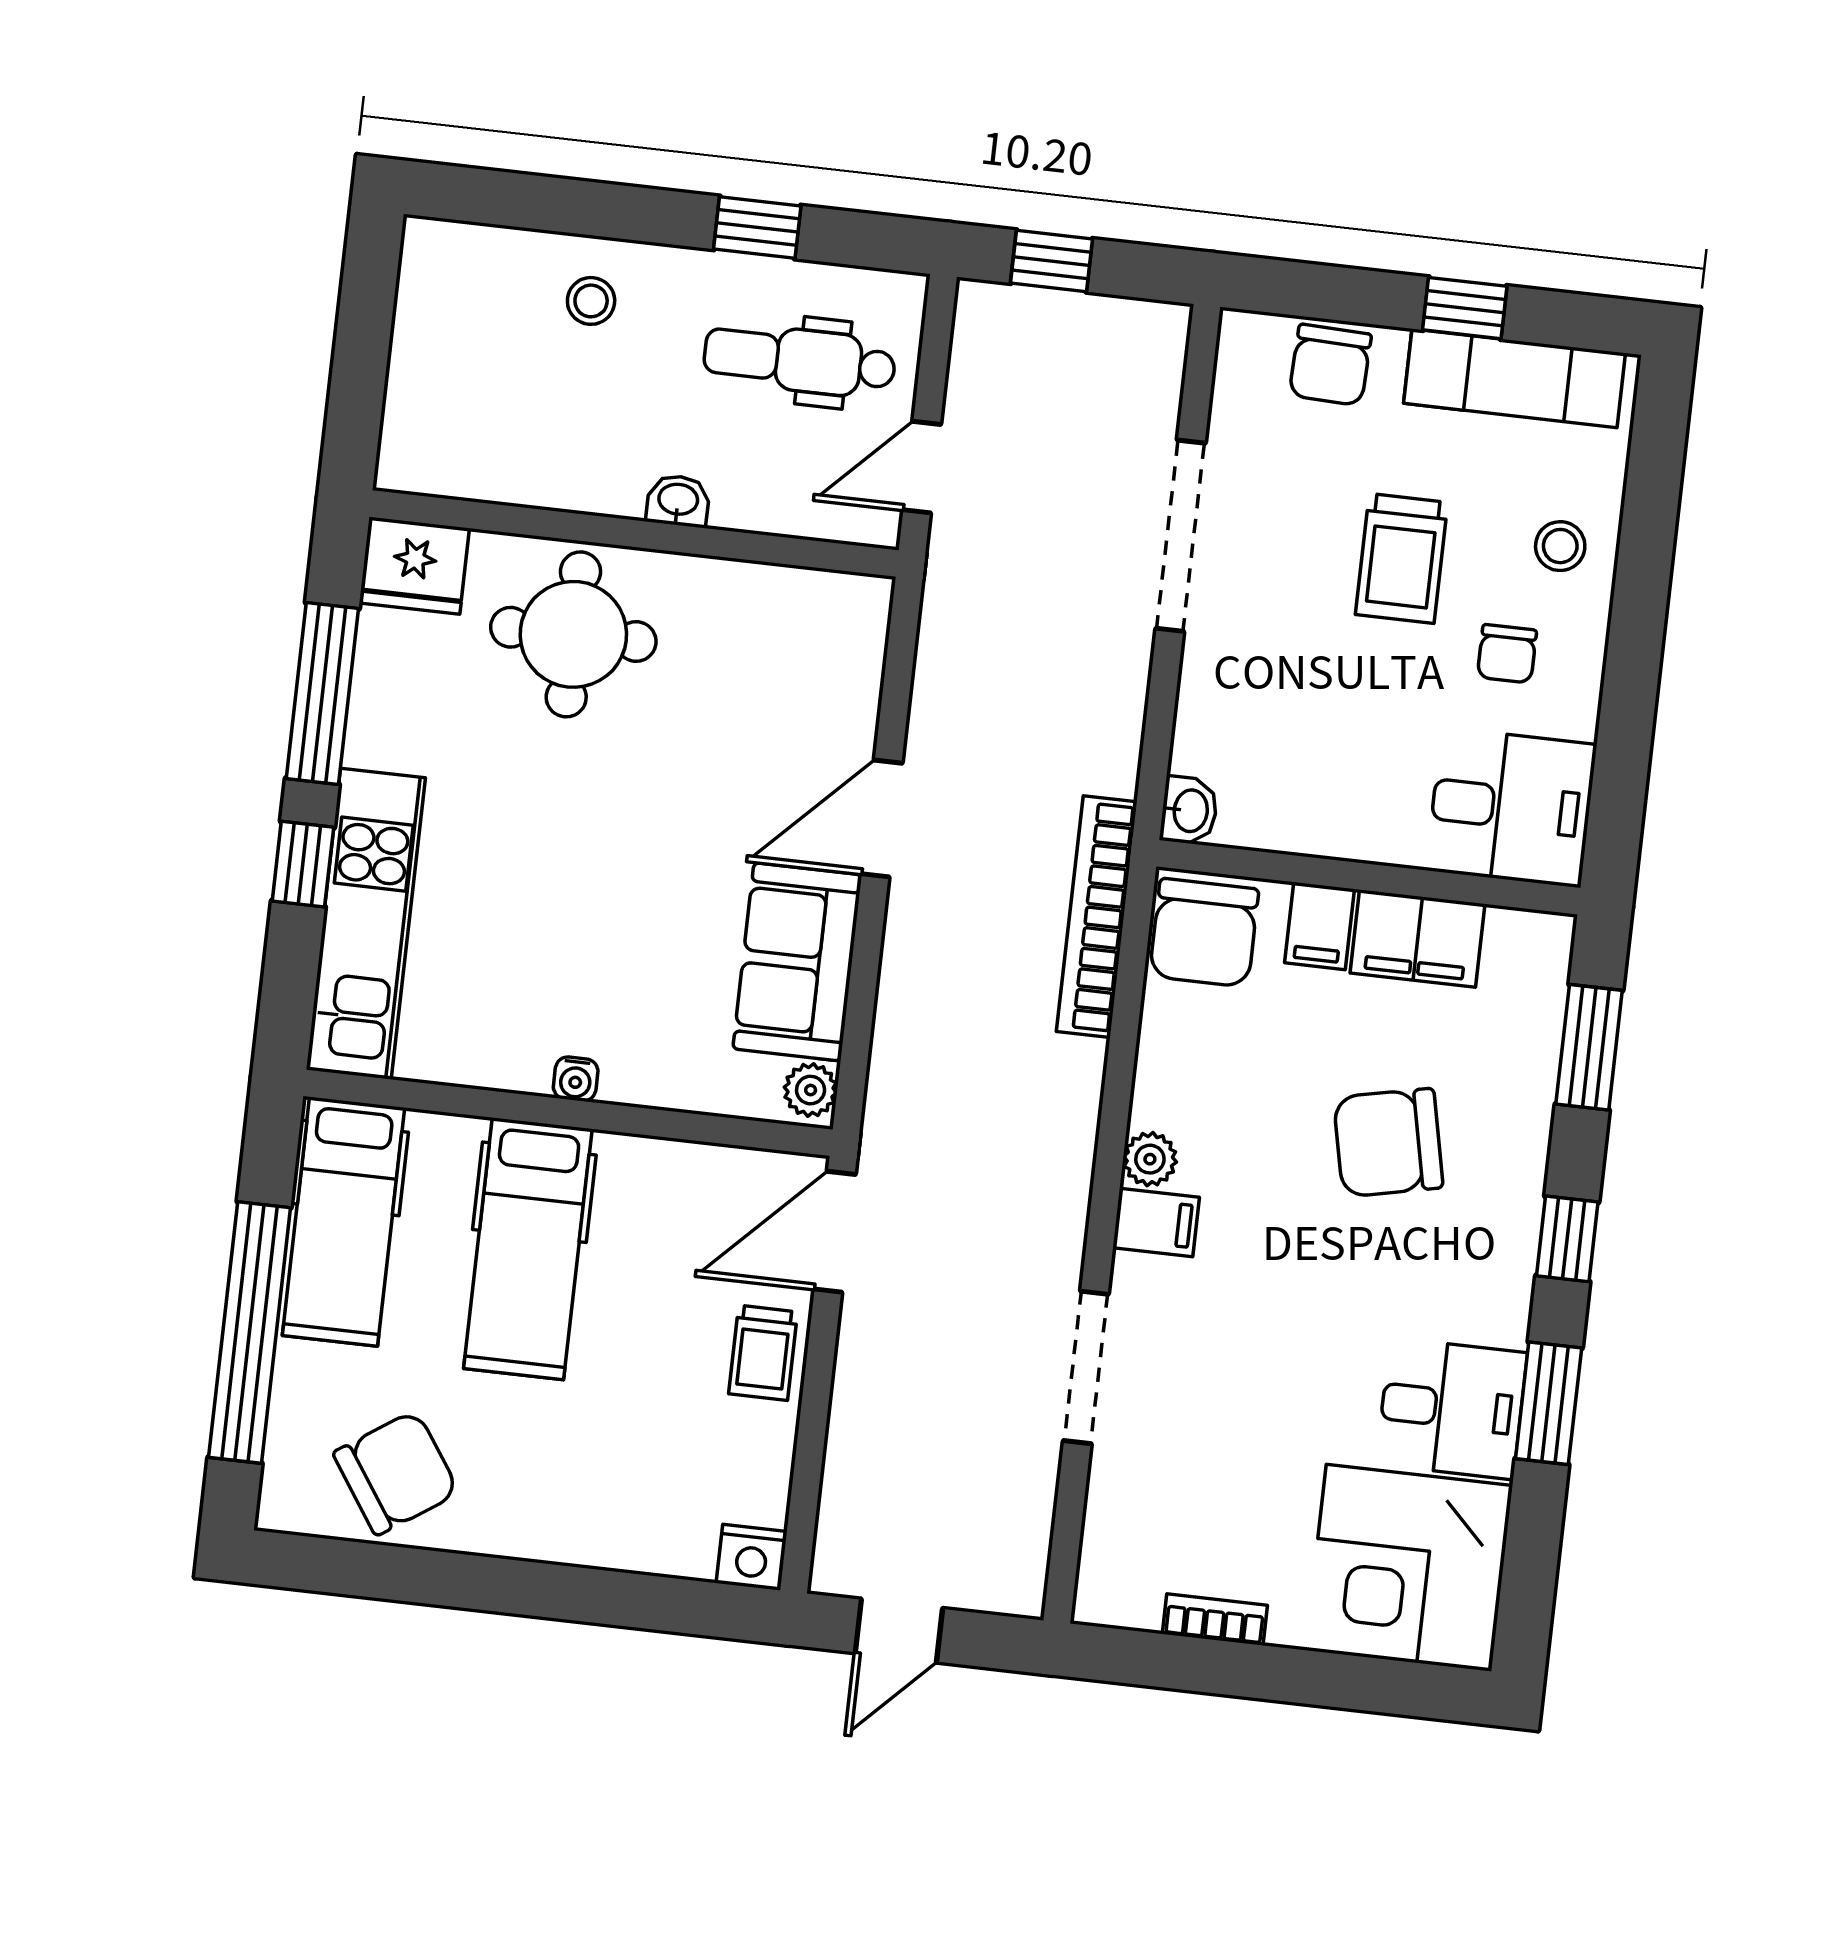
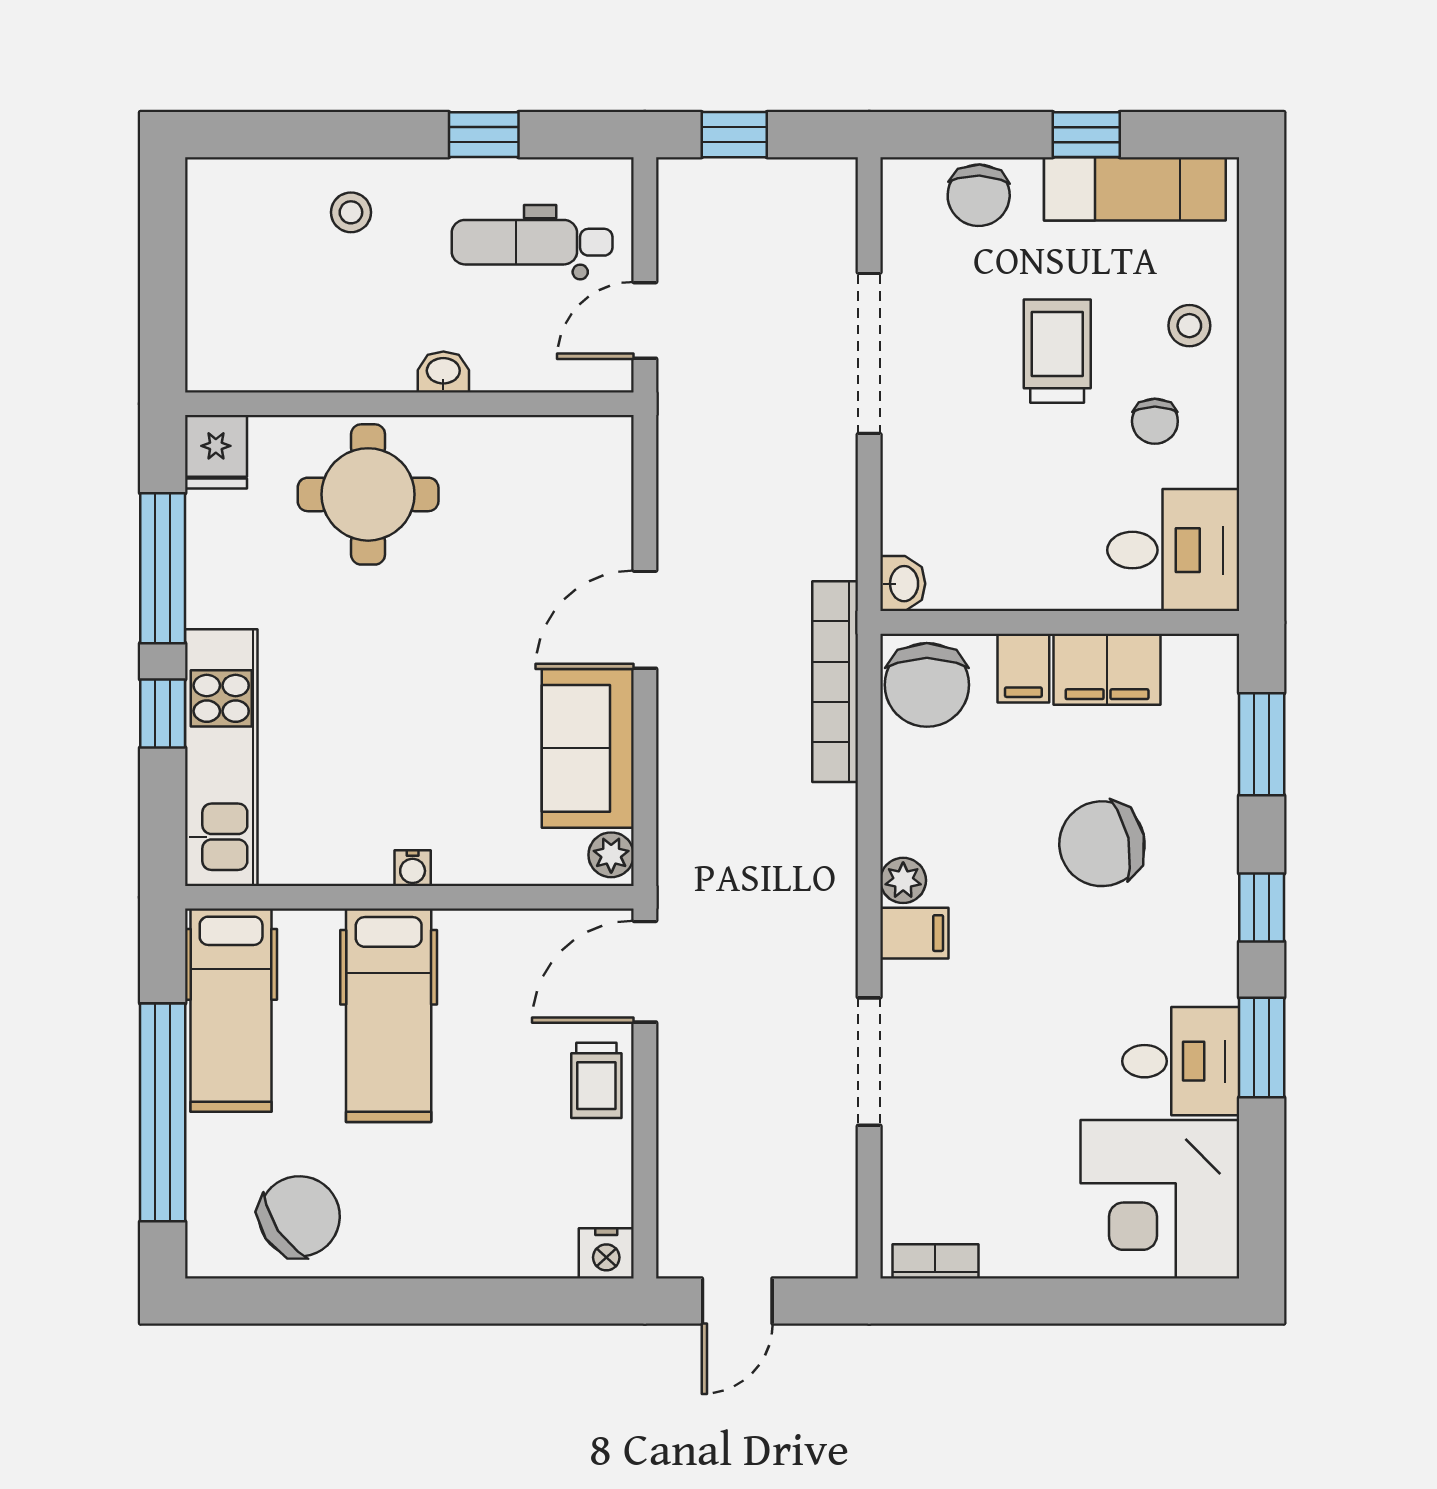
trolley: (1402, 558) -> (1057, 351), turned 180
fridge: (414, 566) -> (216, 452), width x0.72
bookcase: (1215, 1620) -> (935, 1261), moved

